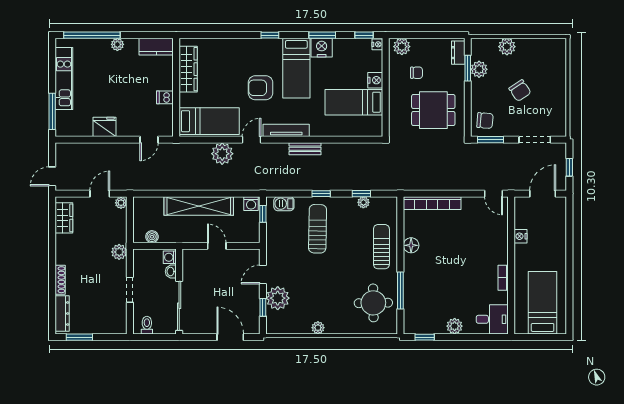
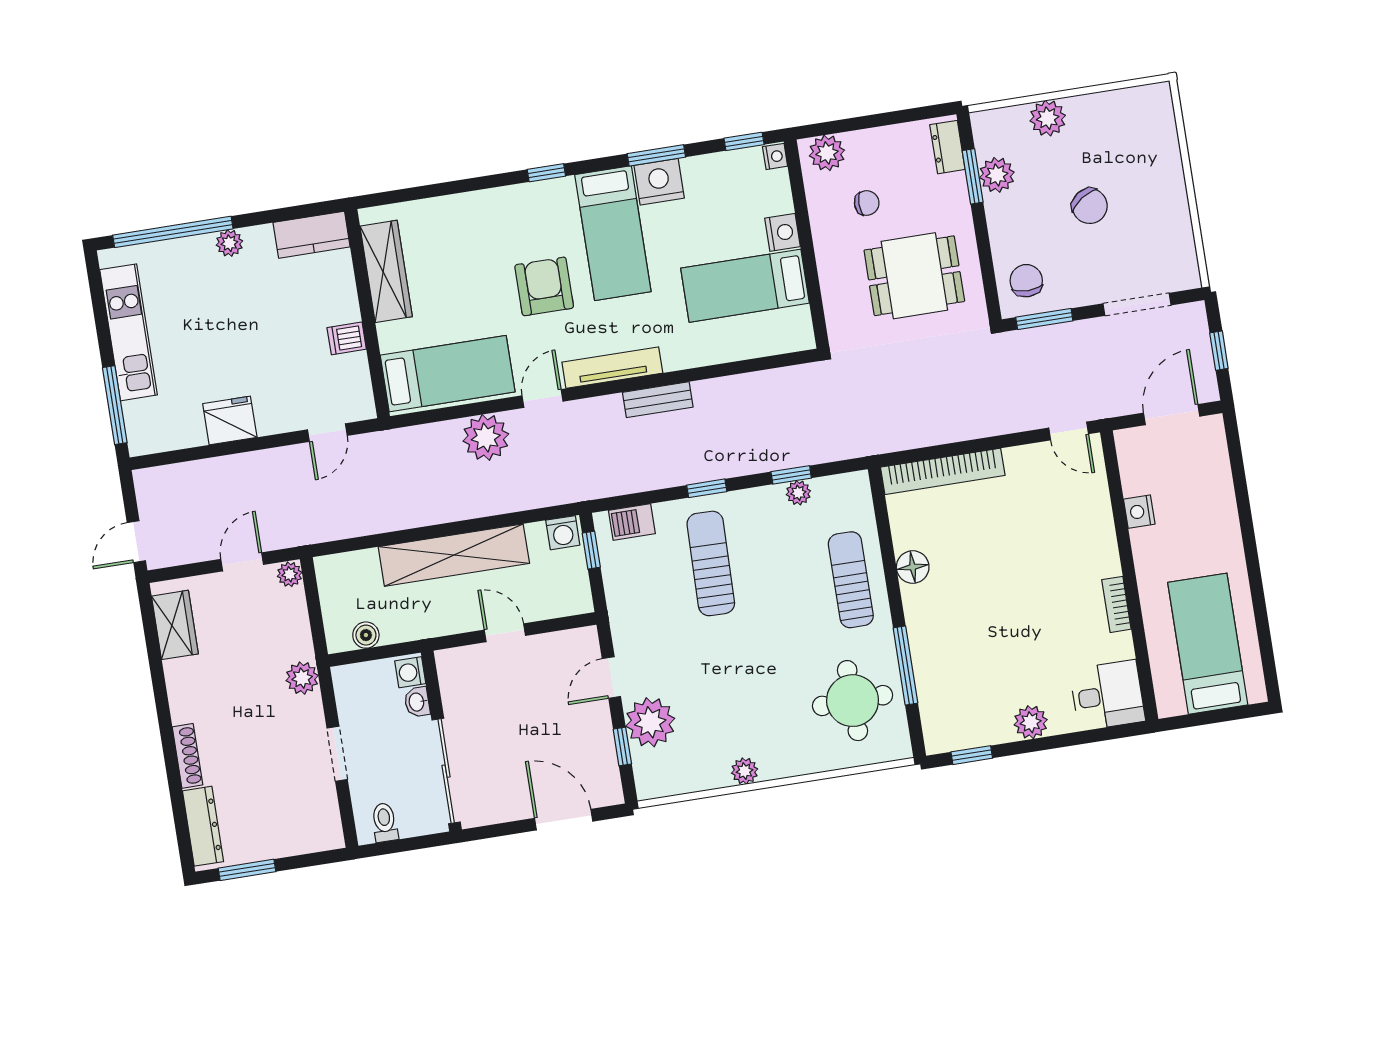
armchair: (261, 88) -> (544, 286), turned 90
chair: (485, 121) -> (1026, 281), turned -95

